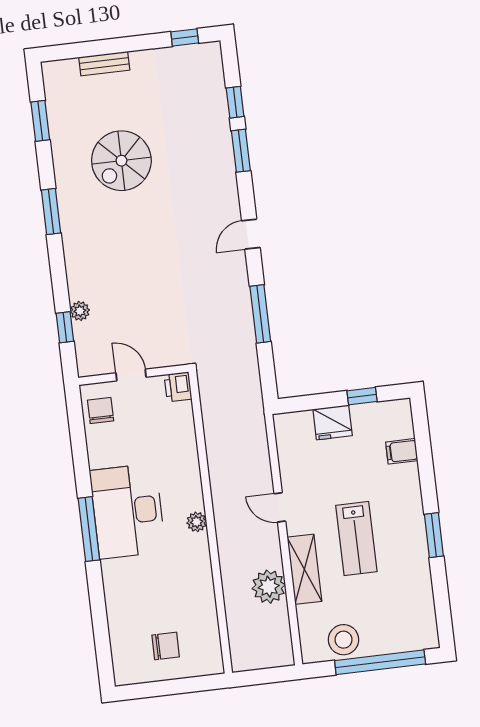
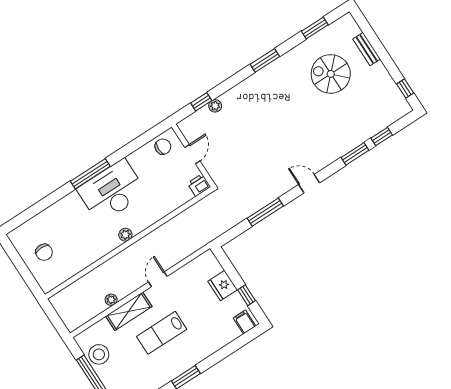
spiral stairs: (121, 161) -> (331, 74), moved
filing cabinet: (402, 451) -> (245, 322), moved
plant: (269, 587) -> (111, 300), width x0.53, depth x0.53

